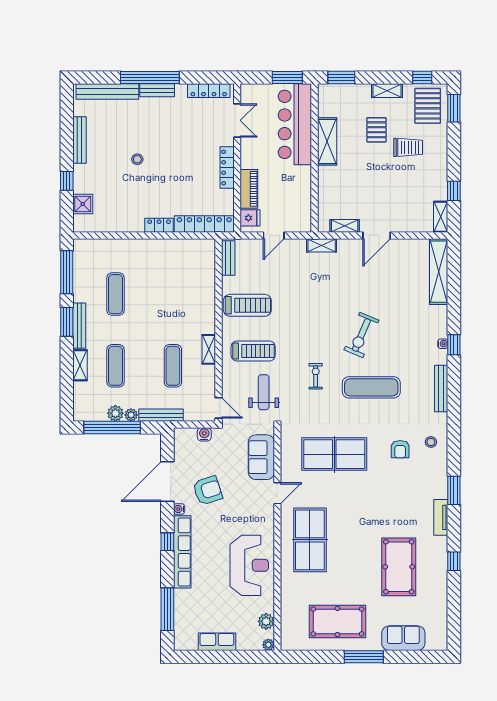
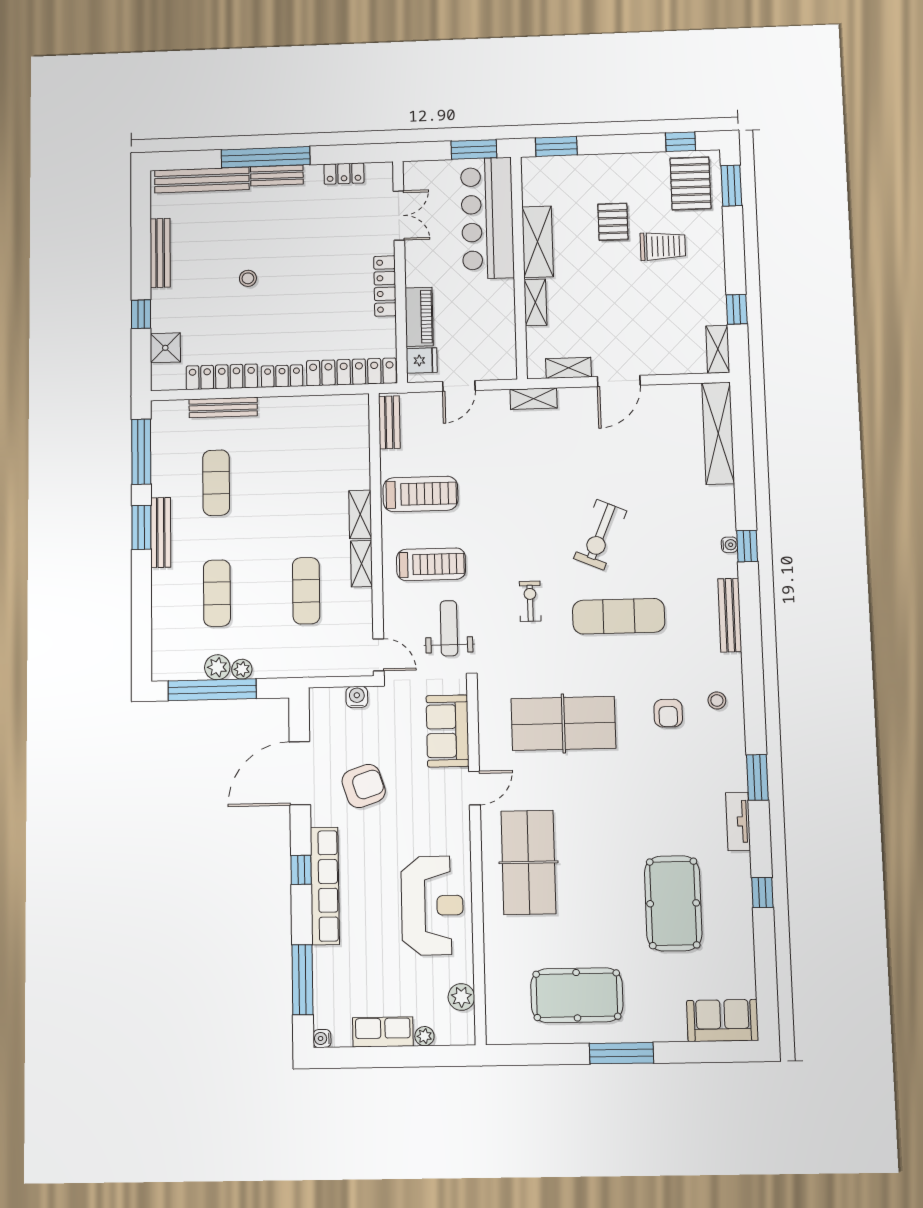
locker: (209, 91) -> (344, 174), width x0.66
shelving: (387, 91) -> (535, 302), moved, turned 90
locker: (120, 224) -> (222, 377), added
shelving: (80, 365) -> (360, 514), moved
bench: (161, 415) -> (223, 407), moved
water cooler: (179, 509) -> (322, 1038), moved
sofa: (403, 638) -> (723, 1020), moved
plant: (268, 645) -> (424, 1036), moved

